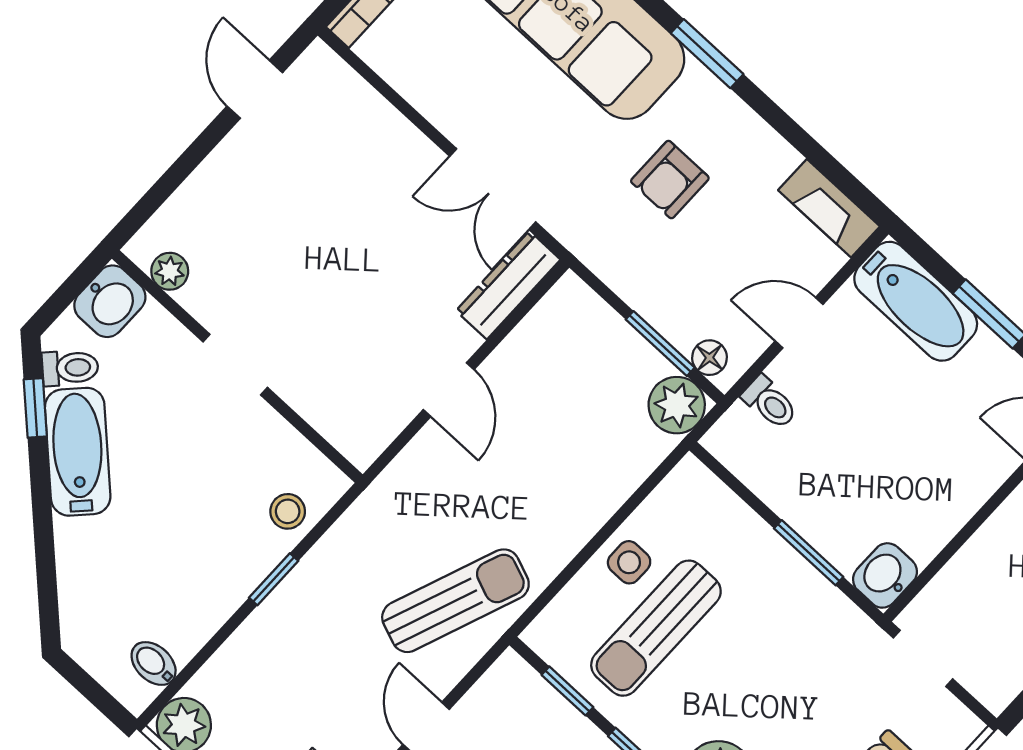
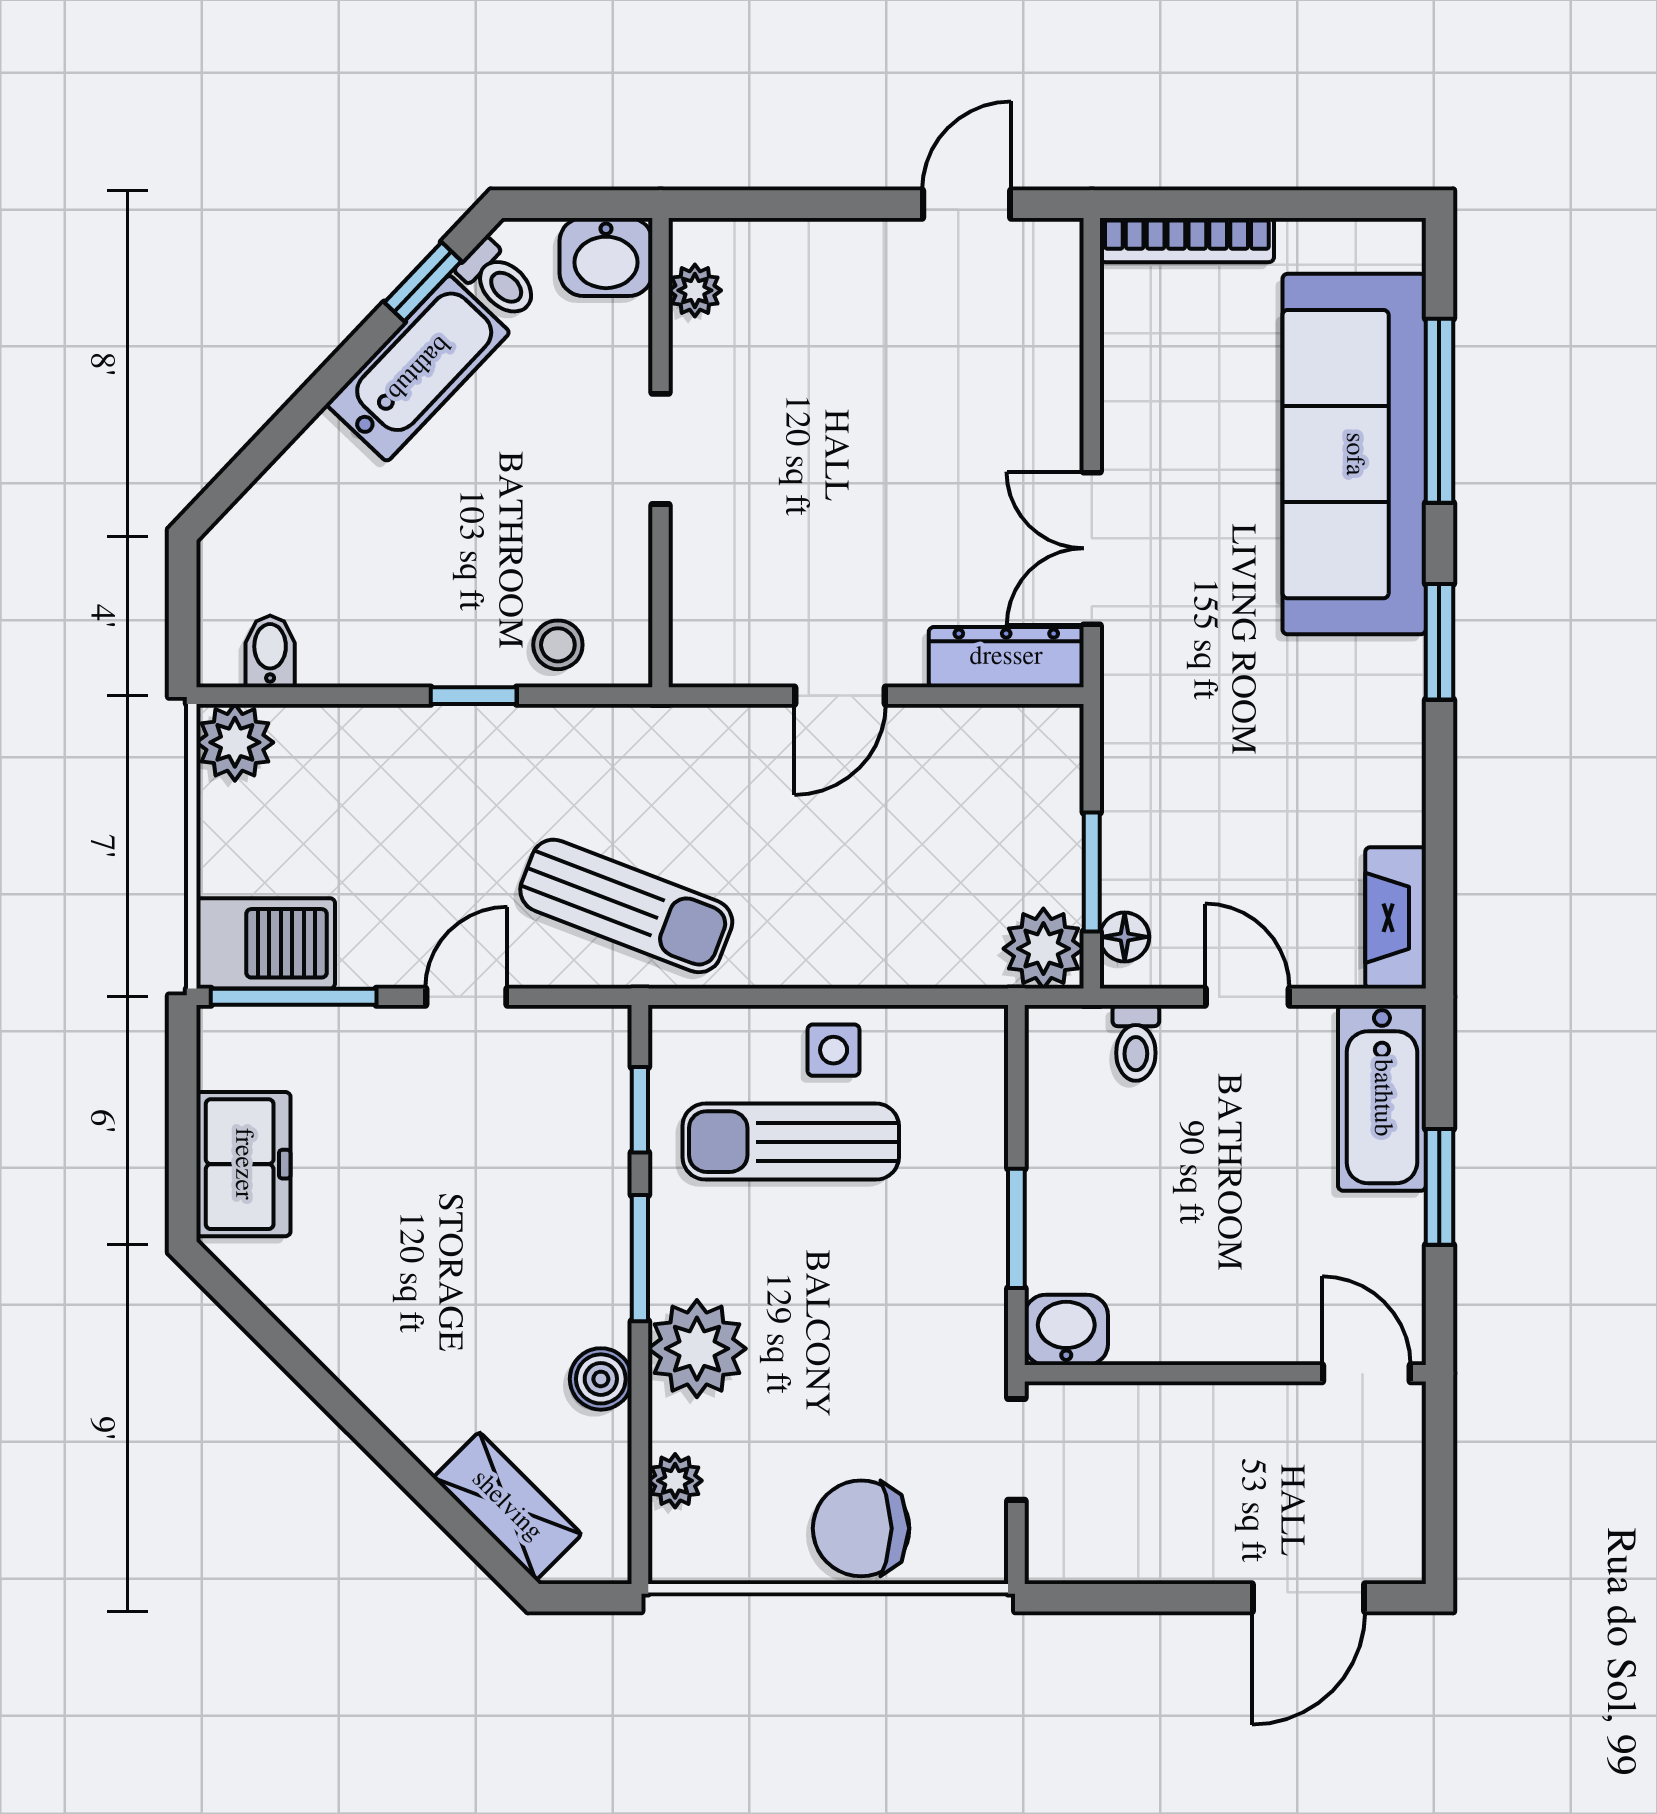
armchair: (670, 180) -> (1272, 724), removed

